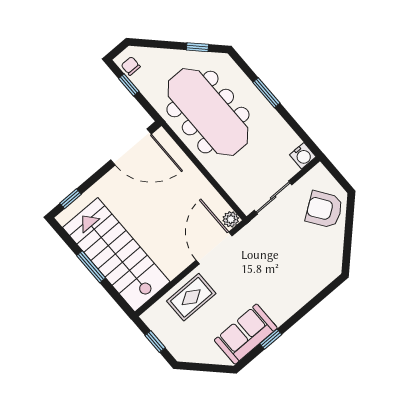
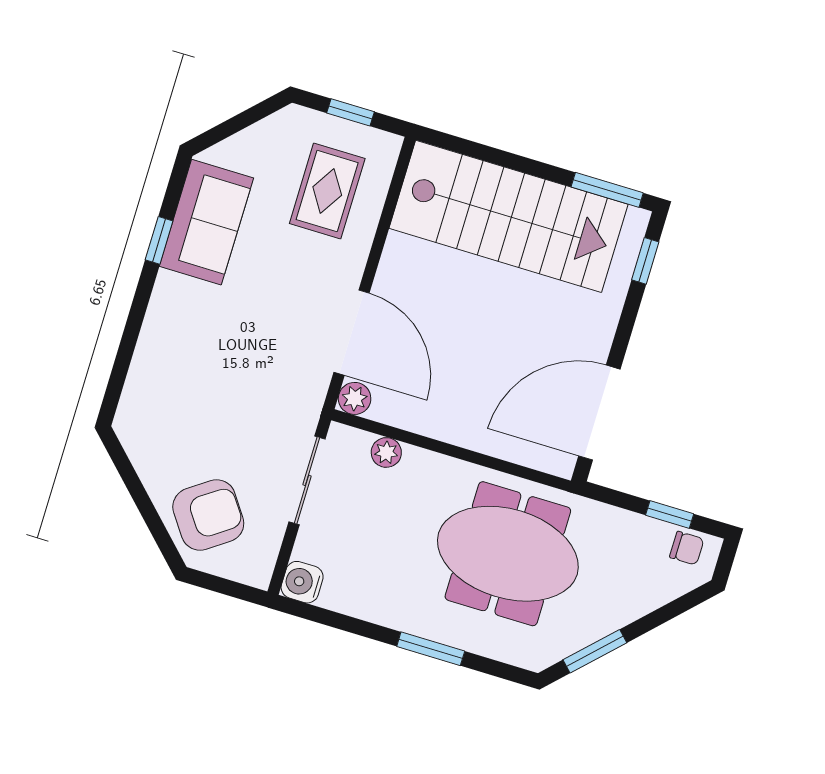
window: (198, 47) -> (595, 651), width x1.50
meeting table: (208, 112) -> (508, 554), width x0.73
plant: (232, 188) -> (386, 452), added
window: (91, 267) -> (607, 190), moved
rug: (191, 297) -> (327, 191), moved

